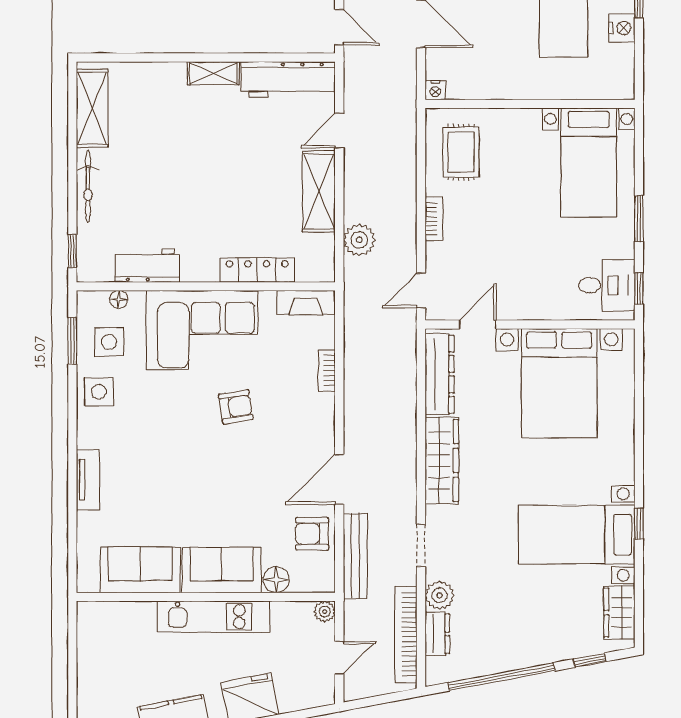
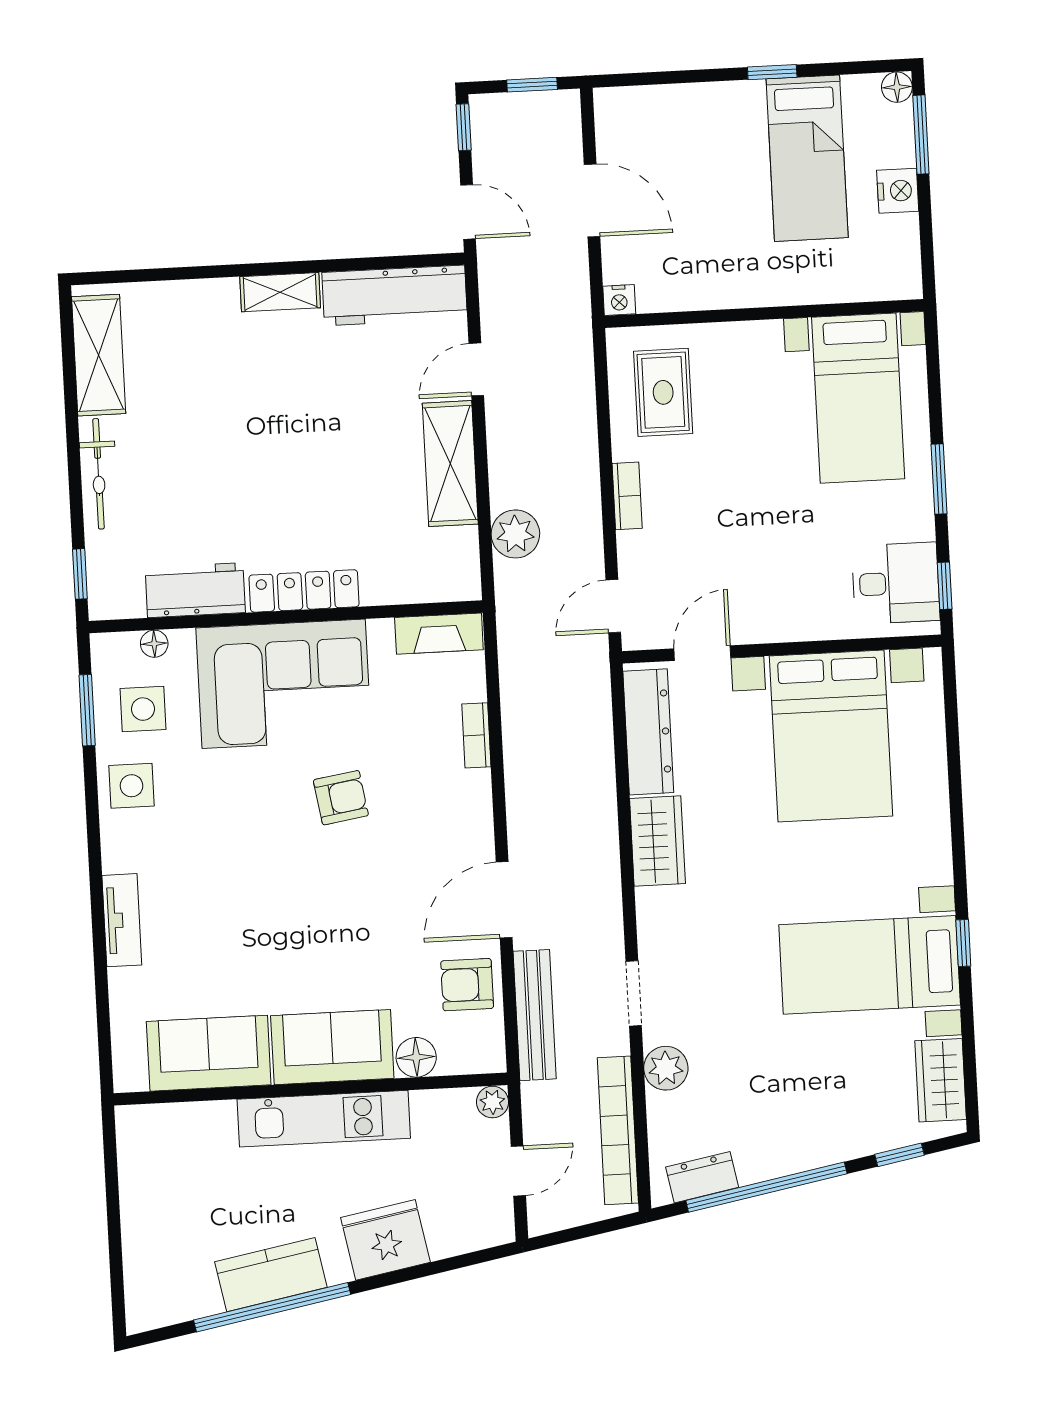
locker: (257, 270) -> (304, 591), moved
wardrobe: (442, 461) -> (657, 841), width x0.67
dresser: (437, 634) -> (702, 1177), moved, turned -101

